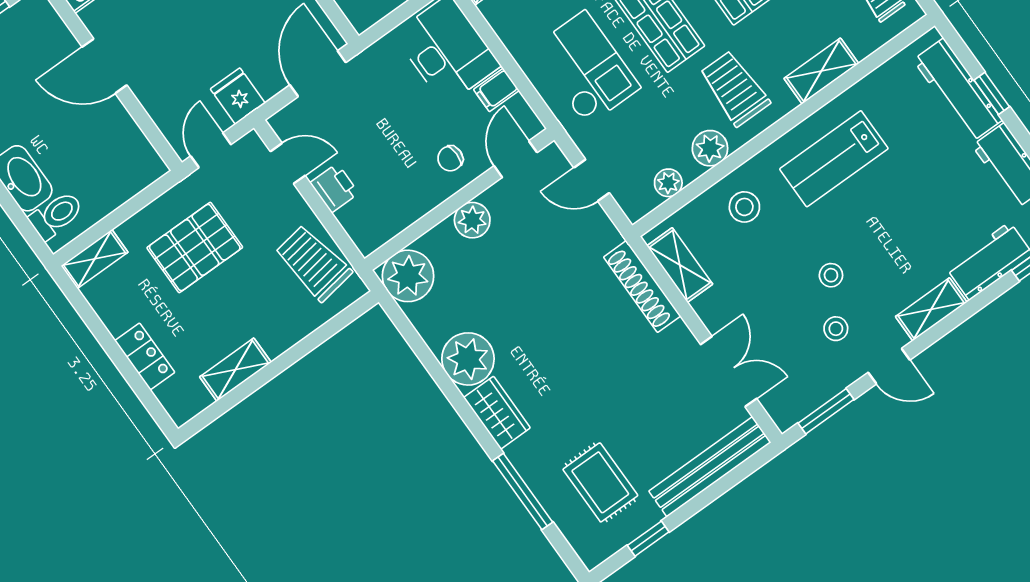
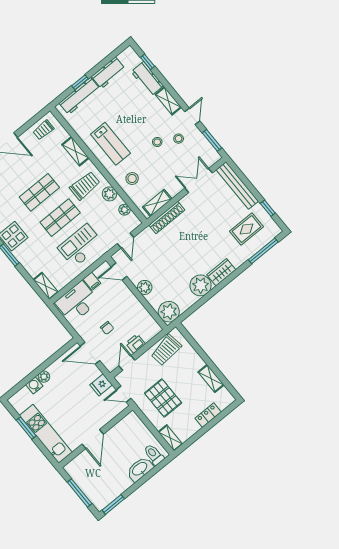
trolley: (735, 88) -> (85, 186), turned 180
chair: (450, 158) -> (107, 328), moved
window: (523, 492) -> (263, 251), moved

